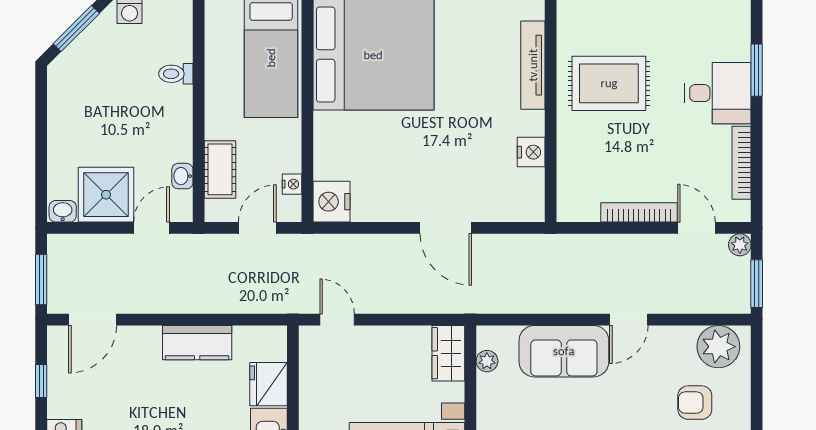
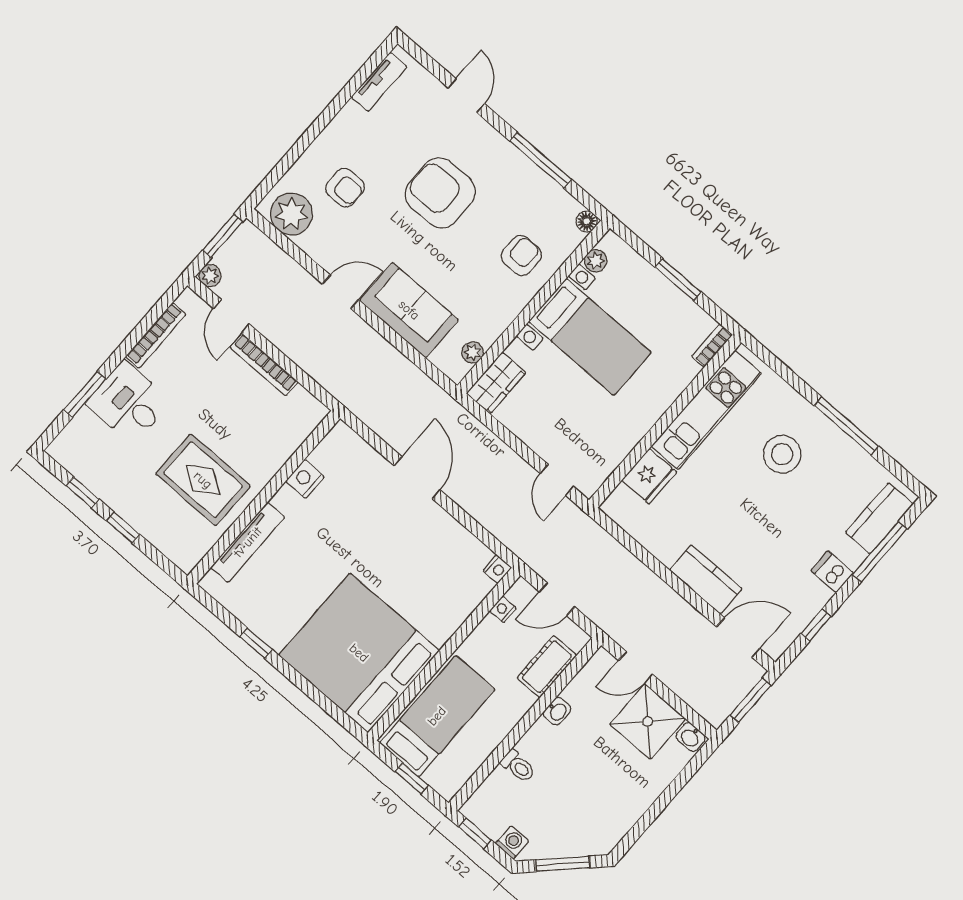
washbasin: (182, 176) -> (557, 711), moved
nightstand: (331, 202) -> (497, 569), width x0.53, depth x0.56
kitchen counter: (197, 343) -> (706, 579), moved

